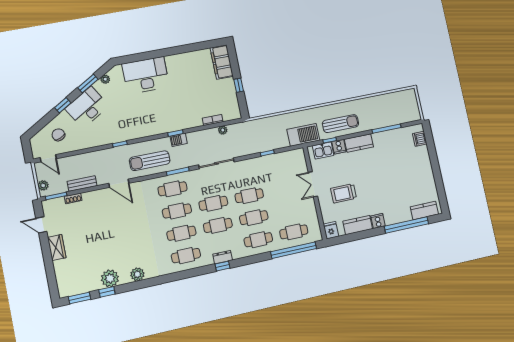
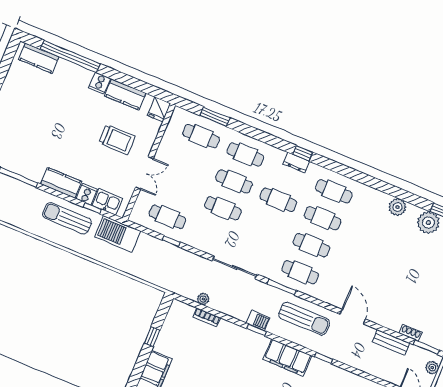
filing cabinet: (144, 129) -> (287, 358), added
cafe table: (213, 203) -> (167, 217), moved
window: (294, 250) -> (215, 117), width x0.47

